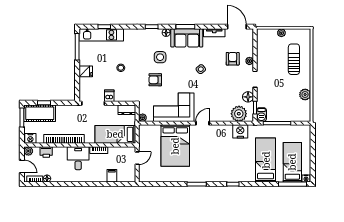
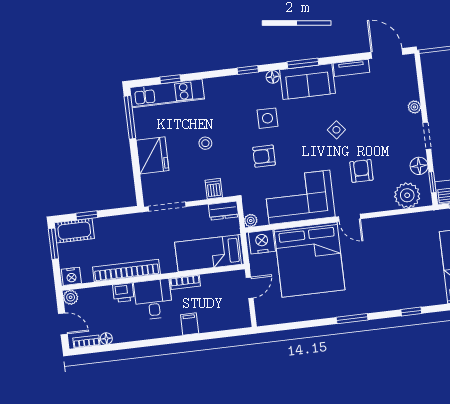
armchair: (233, 59) -> (361, 171), moved
fridge: (86, 71) -> (152, 155), width x1.88, depth x1.34
dishwasher: (109, 96) -> (214, 189), moved
cot: (40, 113) -> (74, 231), width x0.73, depth x0.75
door: (202, 123) -> (350, 218), swing flipped
nightstand: (240, 131) -> (262, 242), moved
bed: (175, 146) -> (309, 260), width x1.36
printer: (46, 152) -> (123, 293), moved
filing cabinet: (112, 176) -> (190, 324), moved

